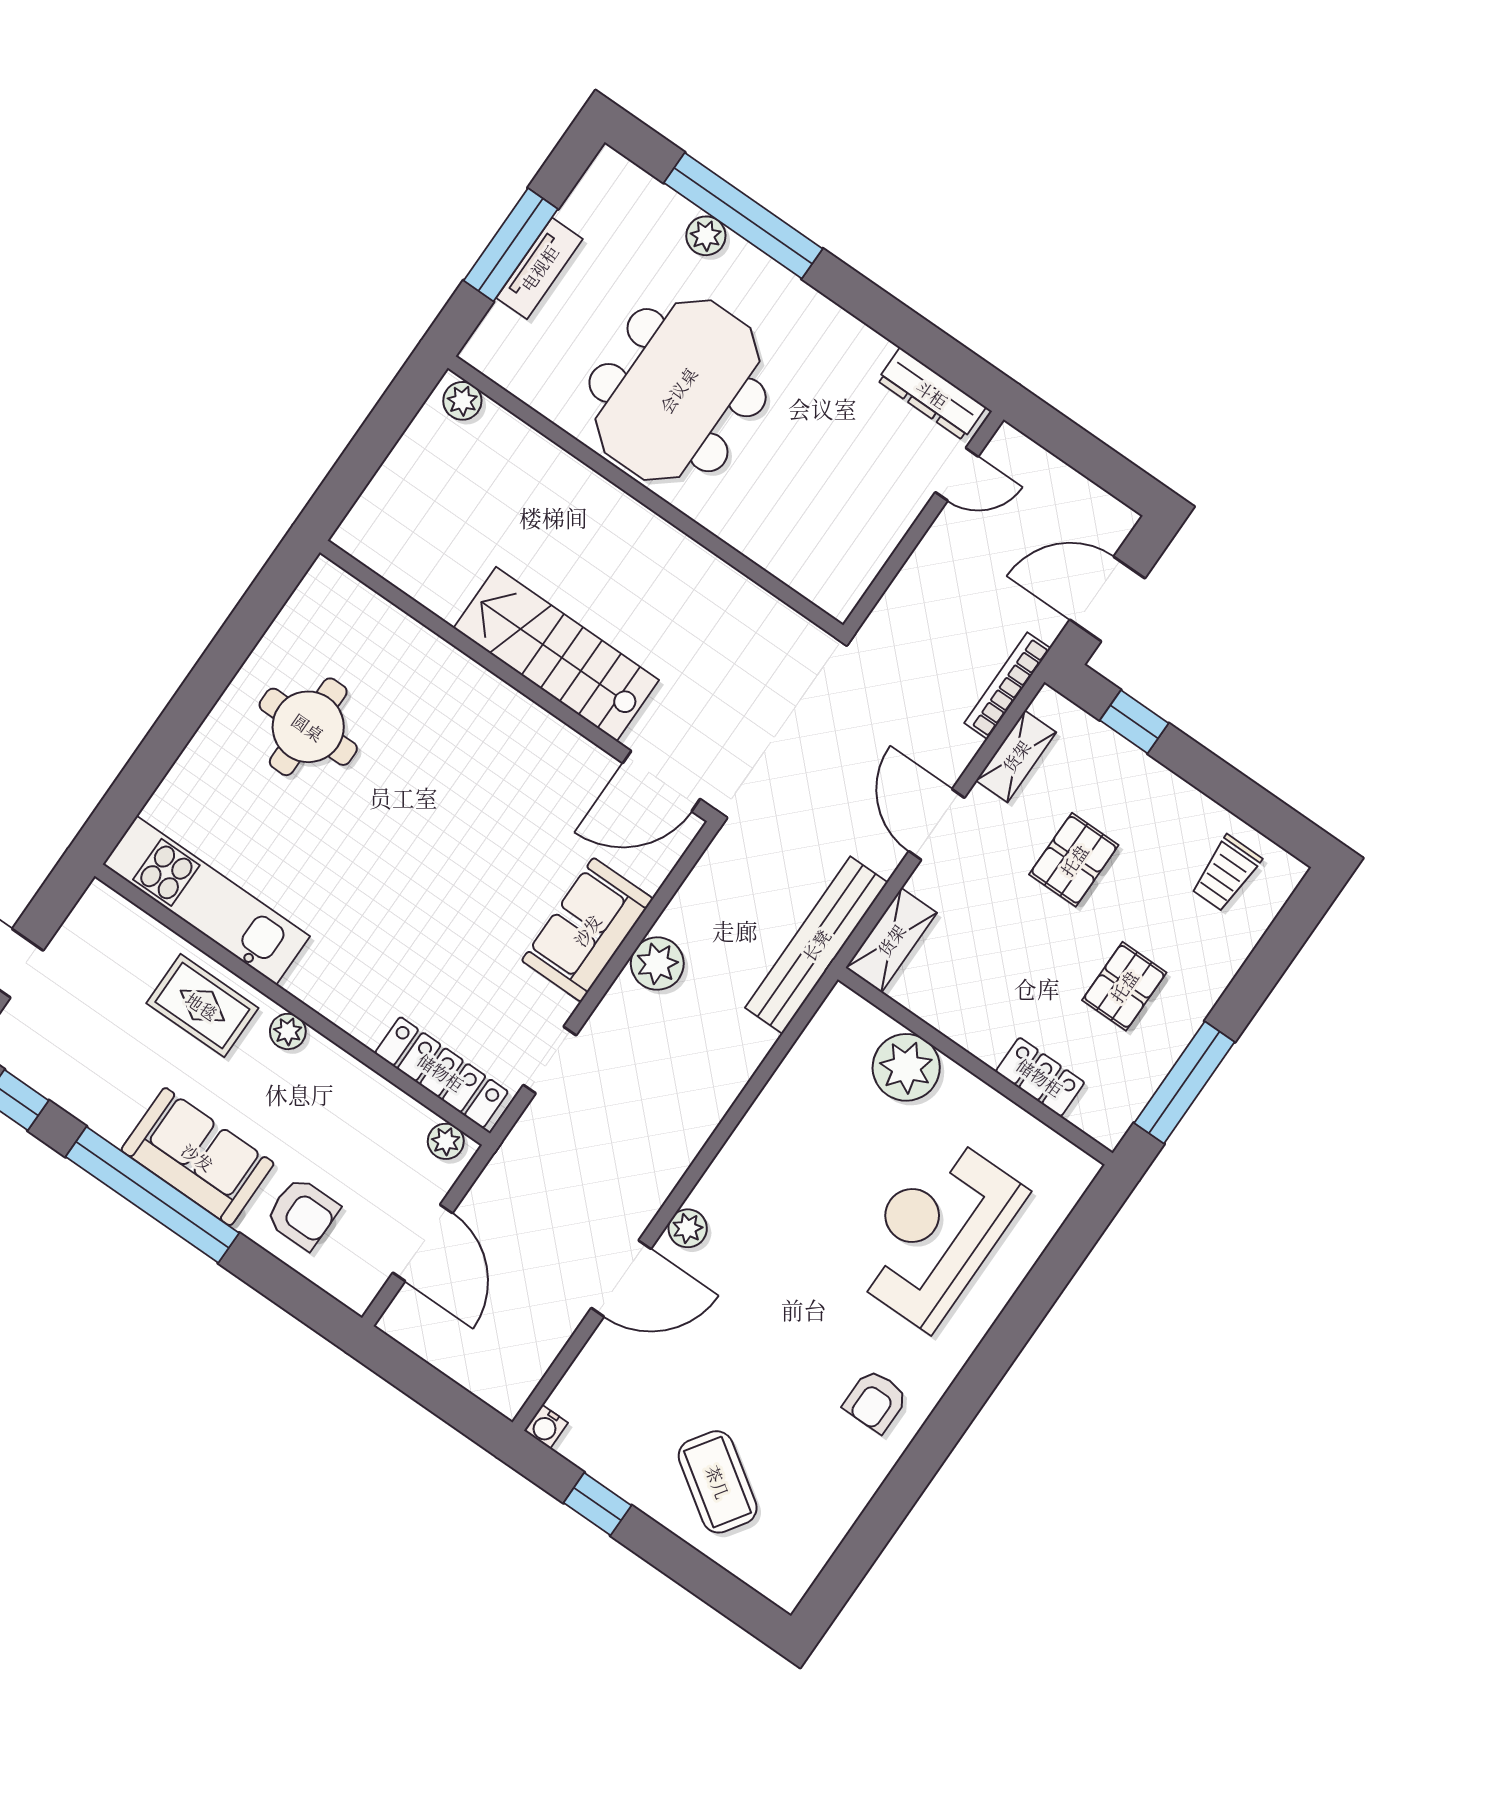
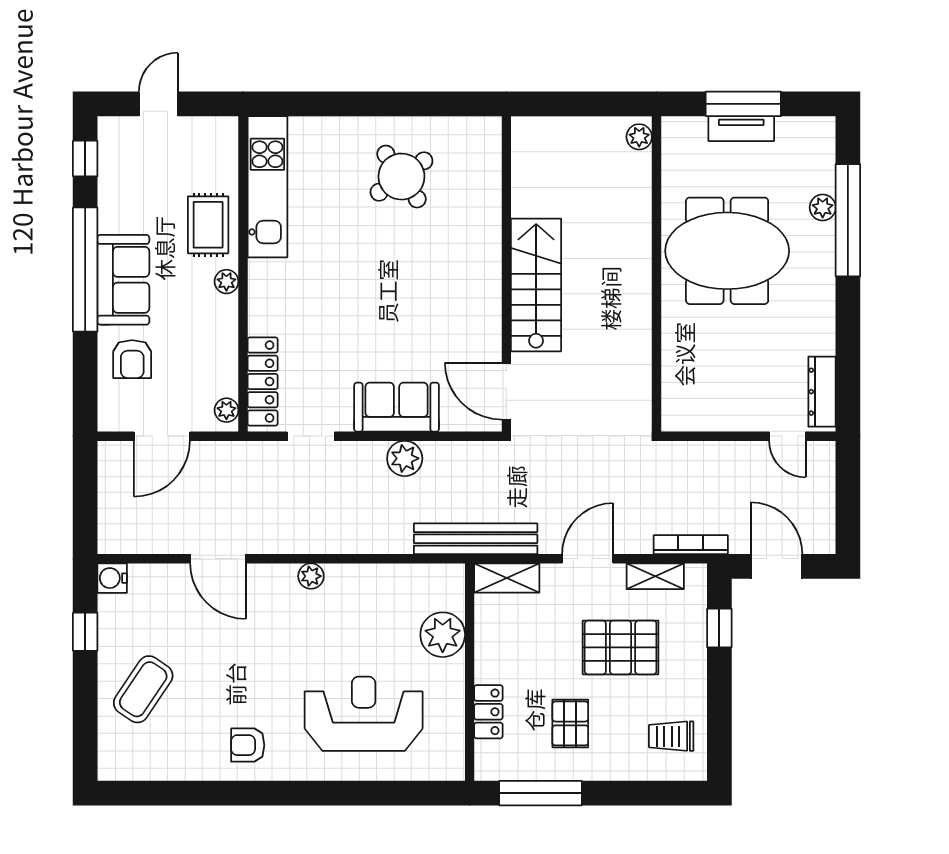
round table: (308, 727) -> (401, 177), turned -35
pallet: (1074, 860) -> (621, 647), width x1.50, depth x1.42
pallet: (1124, 986) -> (570, 723), turned 90
plant: (688, 1228) -> (311, 576), moved
water cooler: (546, 1427) -> (112, 578), width x1.38, depth x1.38

